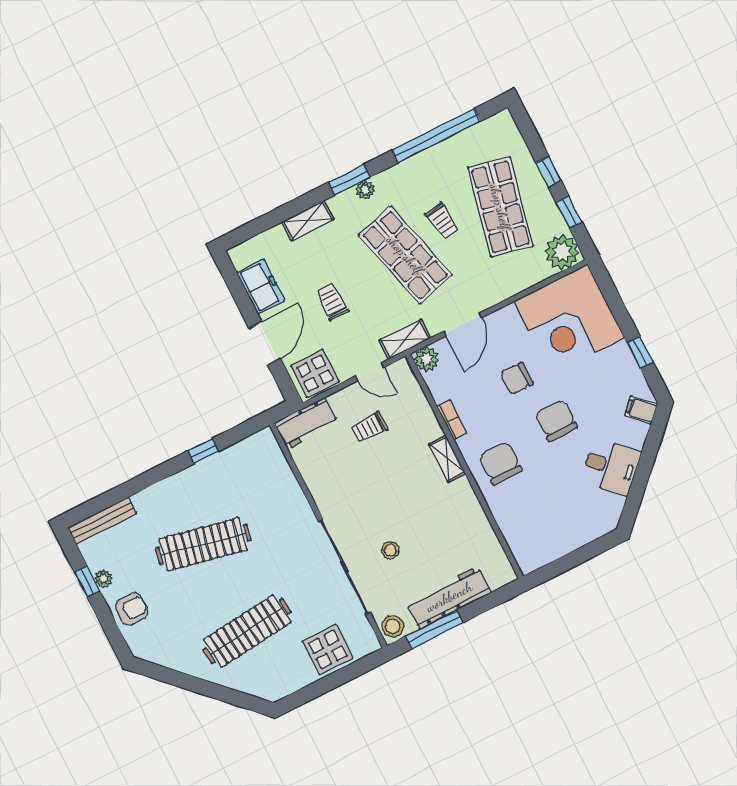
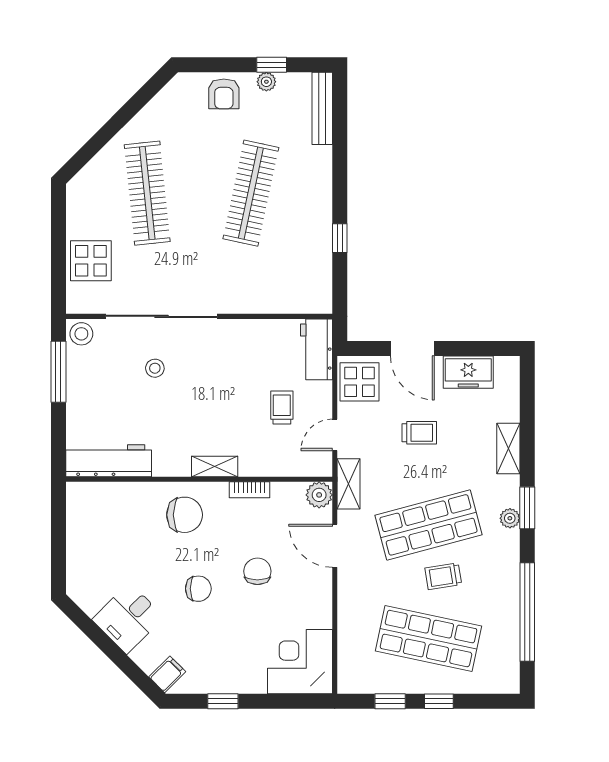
plant: (562, 252) -> (356, 675), removed
corner desk: (569, 319) -> (300, 662), width x0.74, depth x0.74
chair: (556, 420) -> (198, 589), width x0.73, depth x0.73
workbench: (449, 597) -> (109, 461), moved, turned -90

